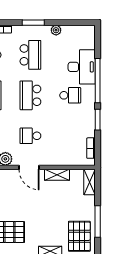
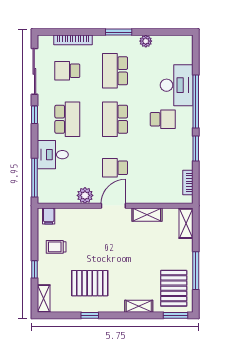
school desk: (30, 55) -> (115, 71), turned 180
door: (29, 167) -> (113, 206), swing flipped

